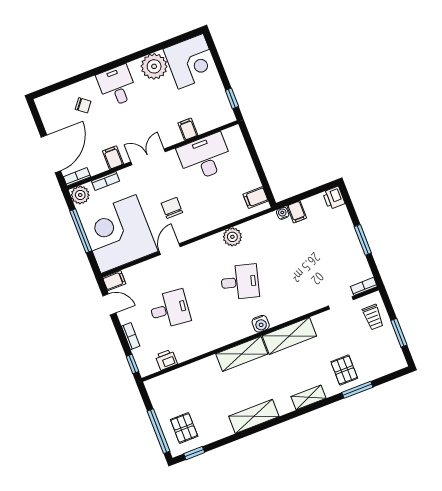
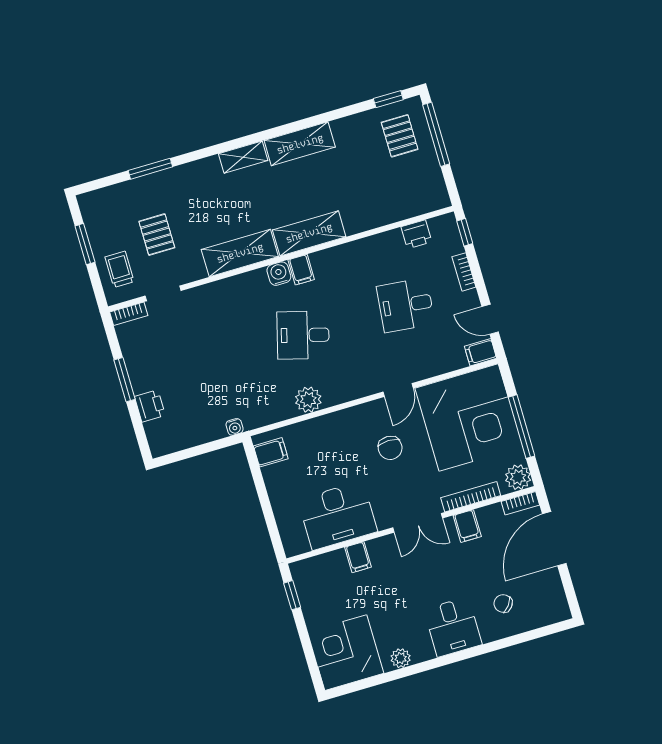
plant: (154, 66) -> (401, 658), width x0.53, depth x0.53
bookcase: (105, 181) -> (471, 497), width x1.56
printer: (334, 198) -> (150, 406), moved
filing cabinet: (297, 212) -> (301, 270), moved, turned 180
pallet: (344, 370) -> (157, 235), moved
shelving: (309, 397) -> (243, 157), moved

